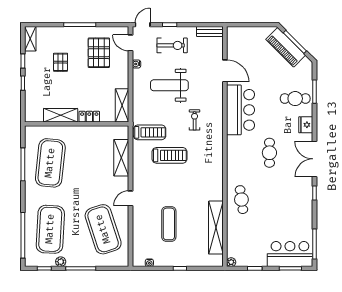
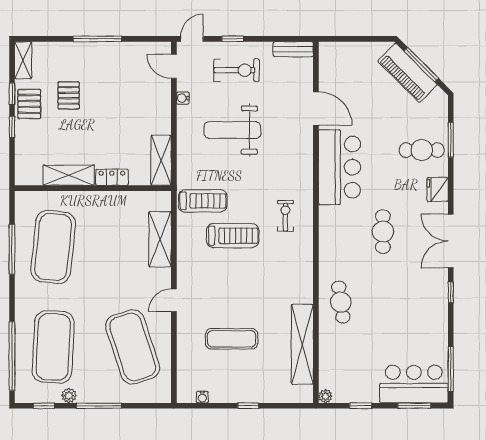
pallet: (99, 53) -> (29, 104), moved, width x0.67, depth x0.71
exercise bike: (195, 120) -> (285, 216), moved
exercise mat: (169, 224) -> (232, 339), turned 90

